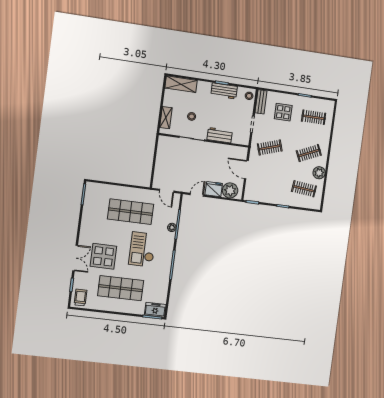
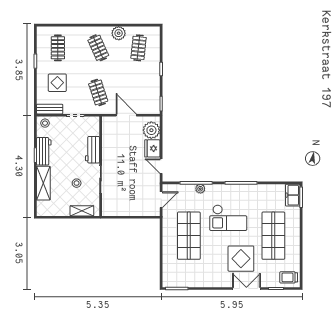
shelving: (181, 84) -> (43, 183), moved
door: (246, 170) -> (126, 115), swing flipped

